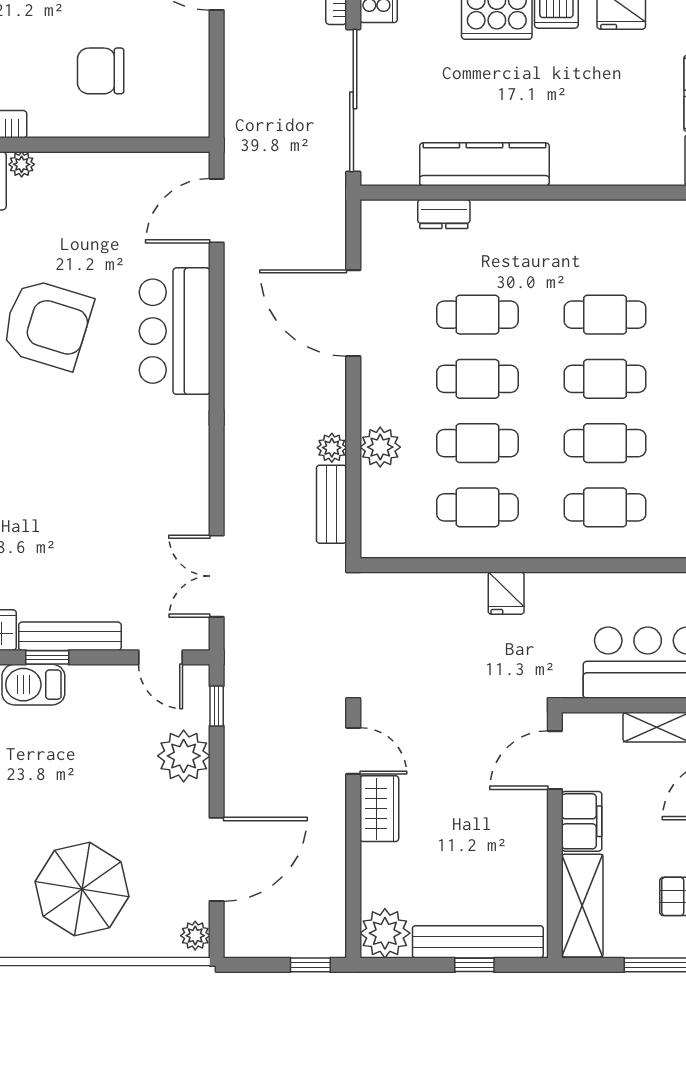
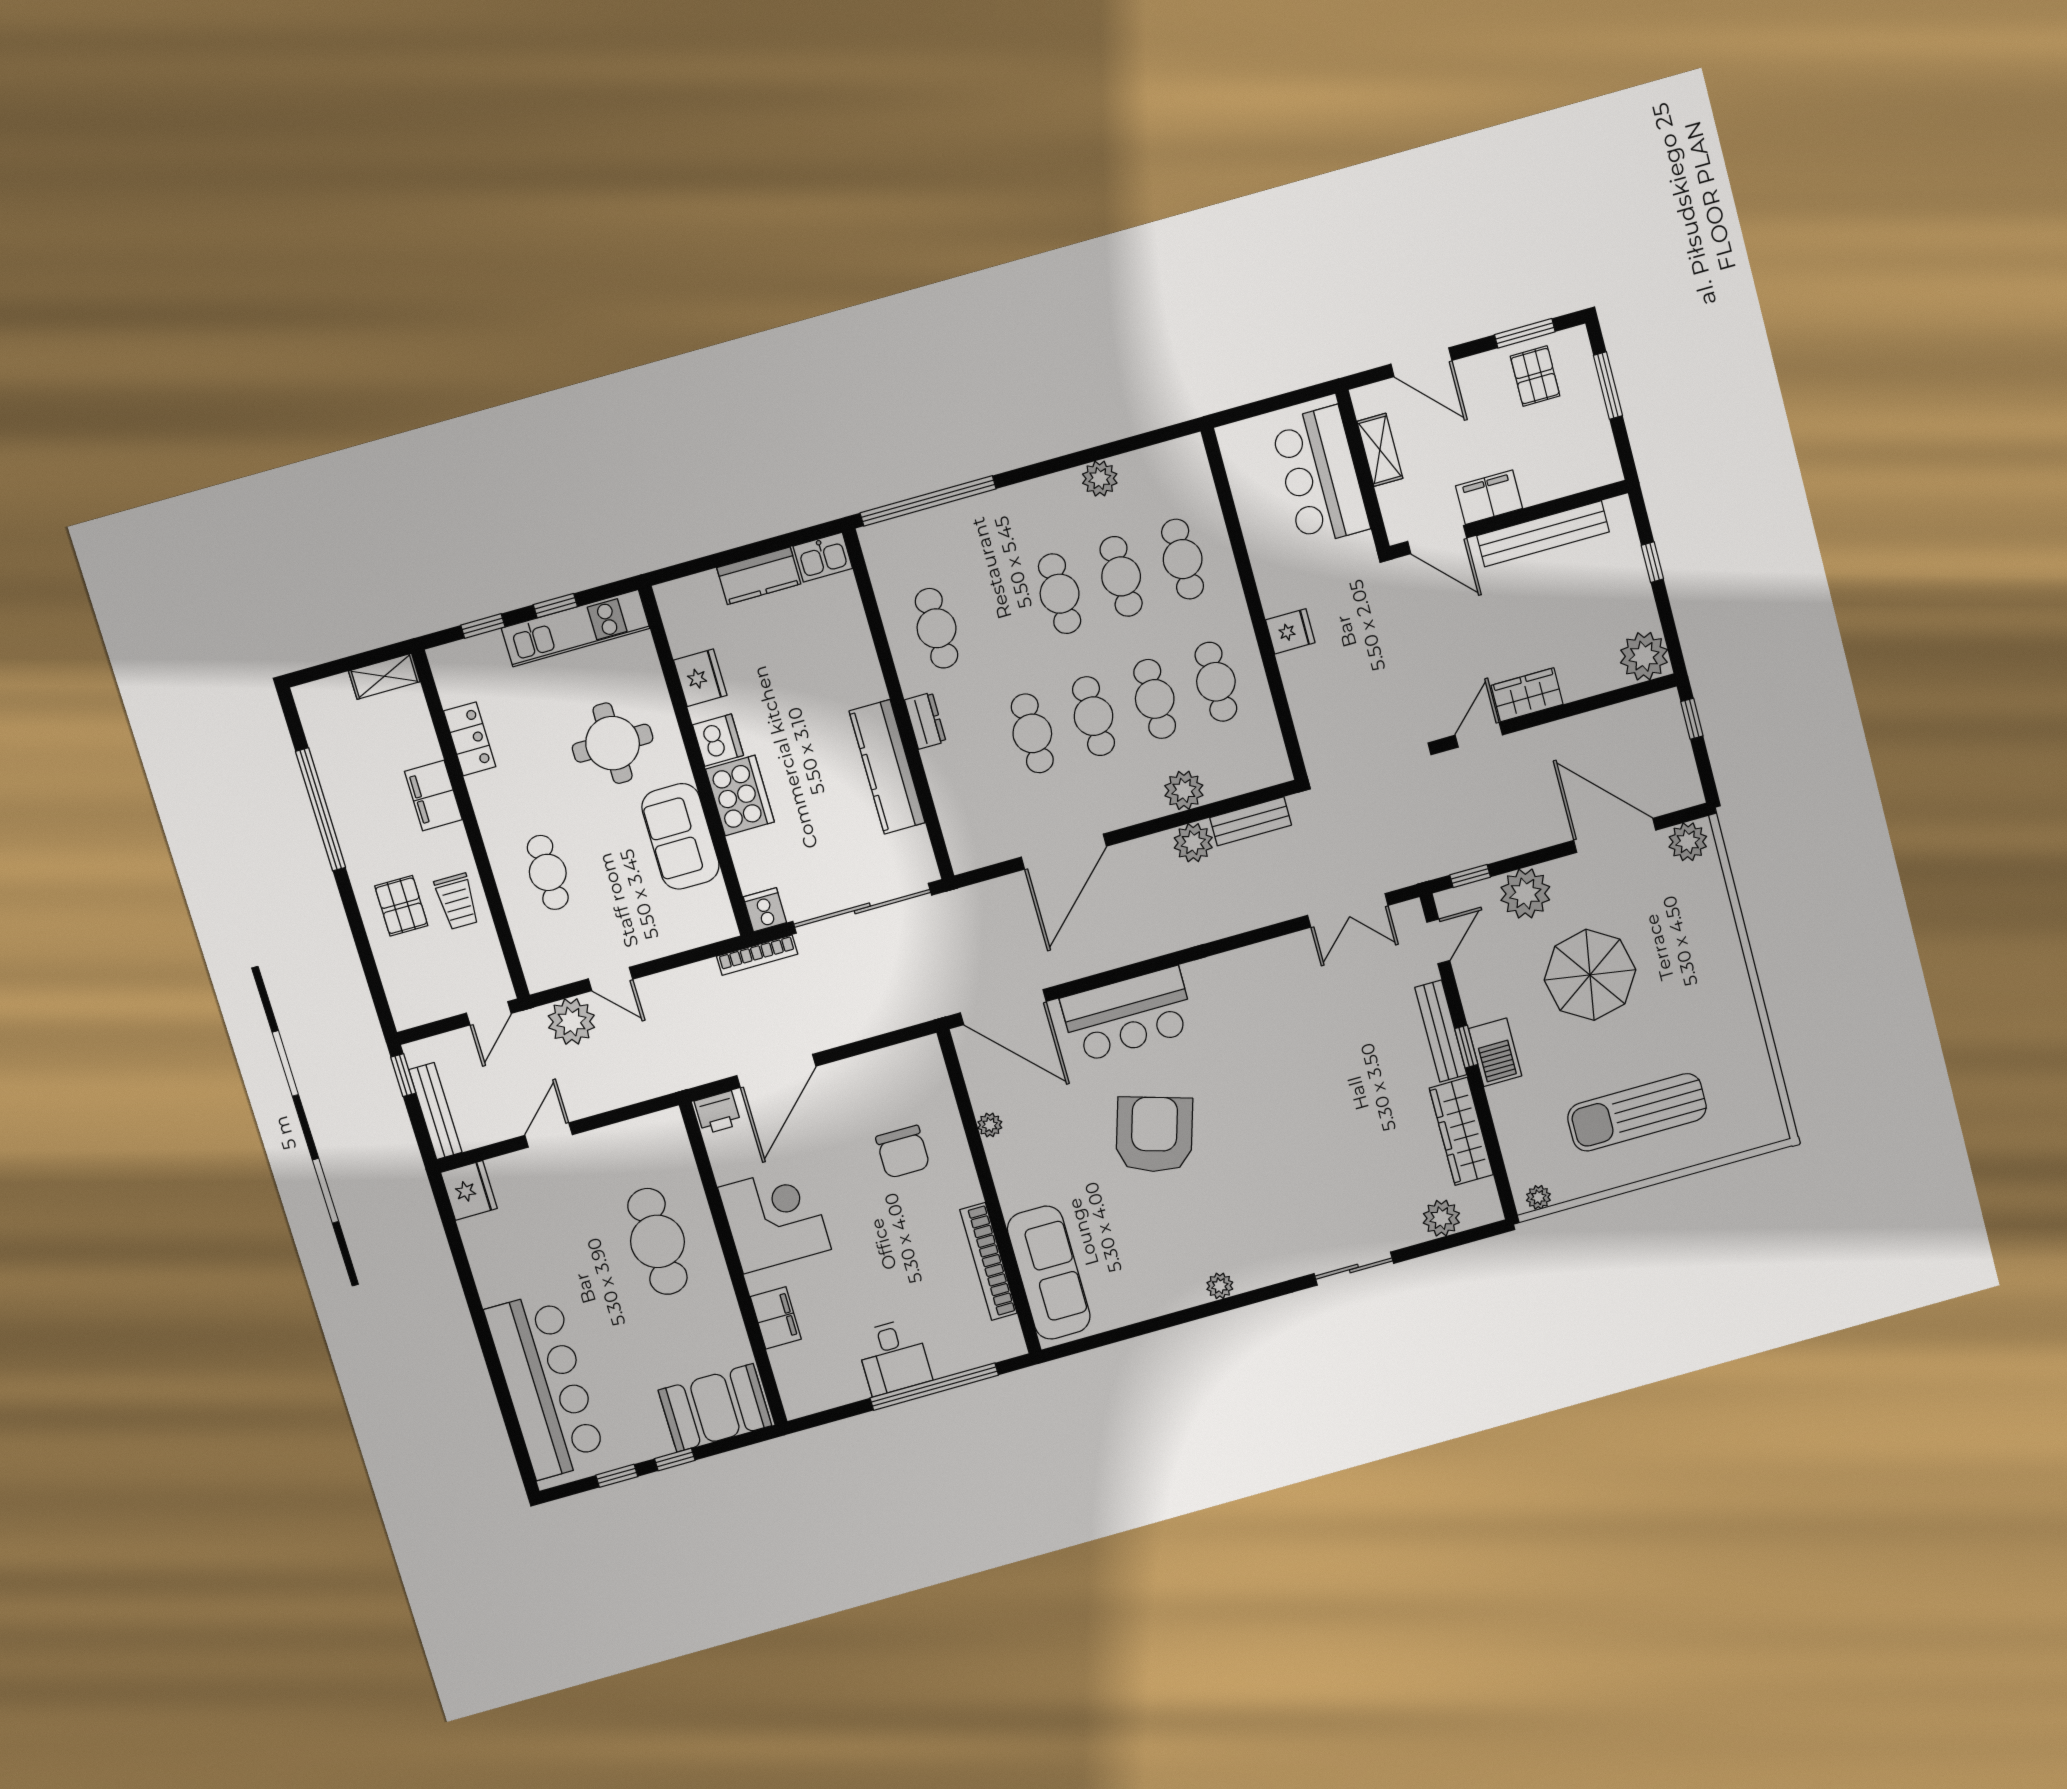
plant: (22, 164) -> (990, 1125), moved
door: (217, 211) -> (1003, 1007), width x1.36
dresser: (444, 214) -> (925, 721), moved
cafe table: (605, 315) -> (937, 628), moved
plant: (332, 448) -> (1193, 843), width x1.38, depth x1.38
parasol: (82, 889) -> (1590, 975), moved
shelving: (582, 906) -> (1569, 474), removed
plant: (195, 936) -> (1688, 842), width x1.38, depth x1.38
bench: (478, 942) -> (1543, 534), moved, turned 90

